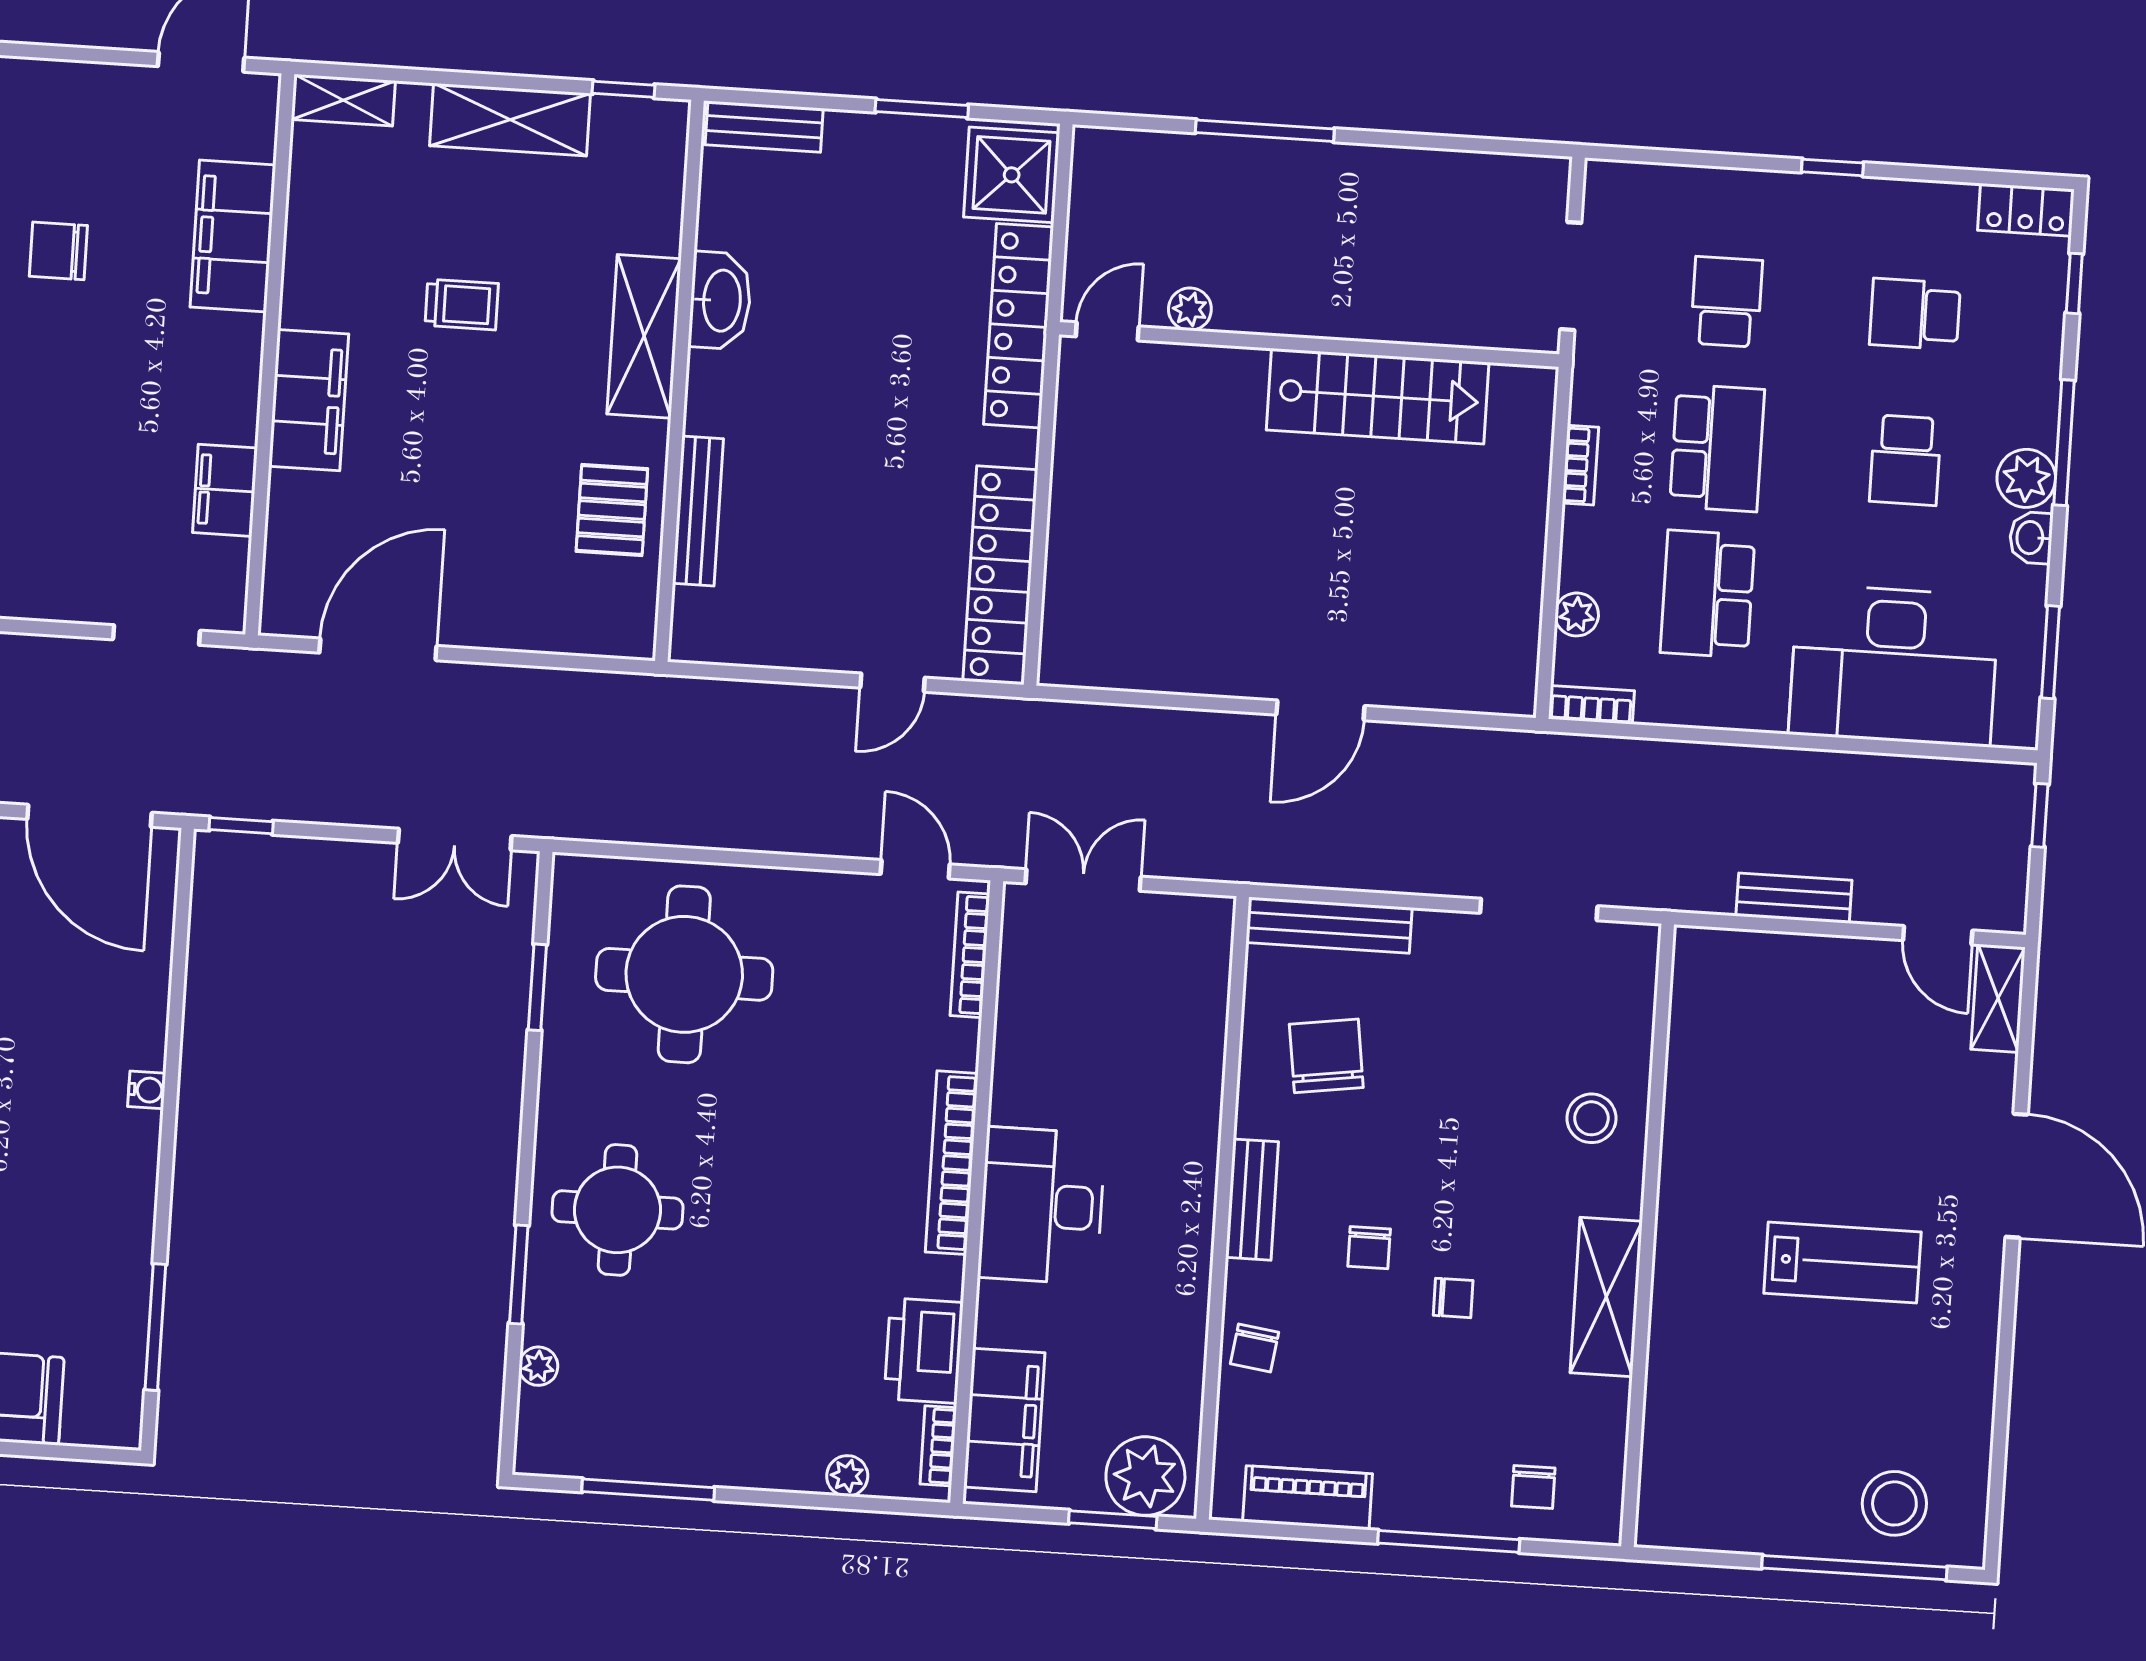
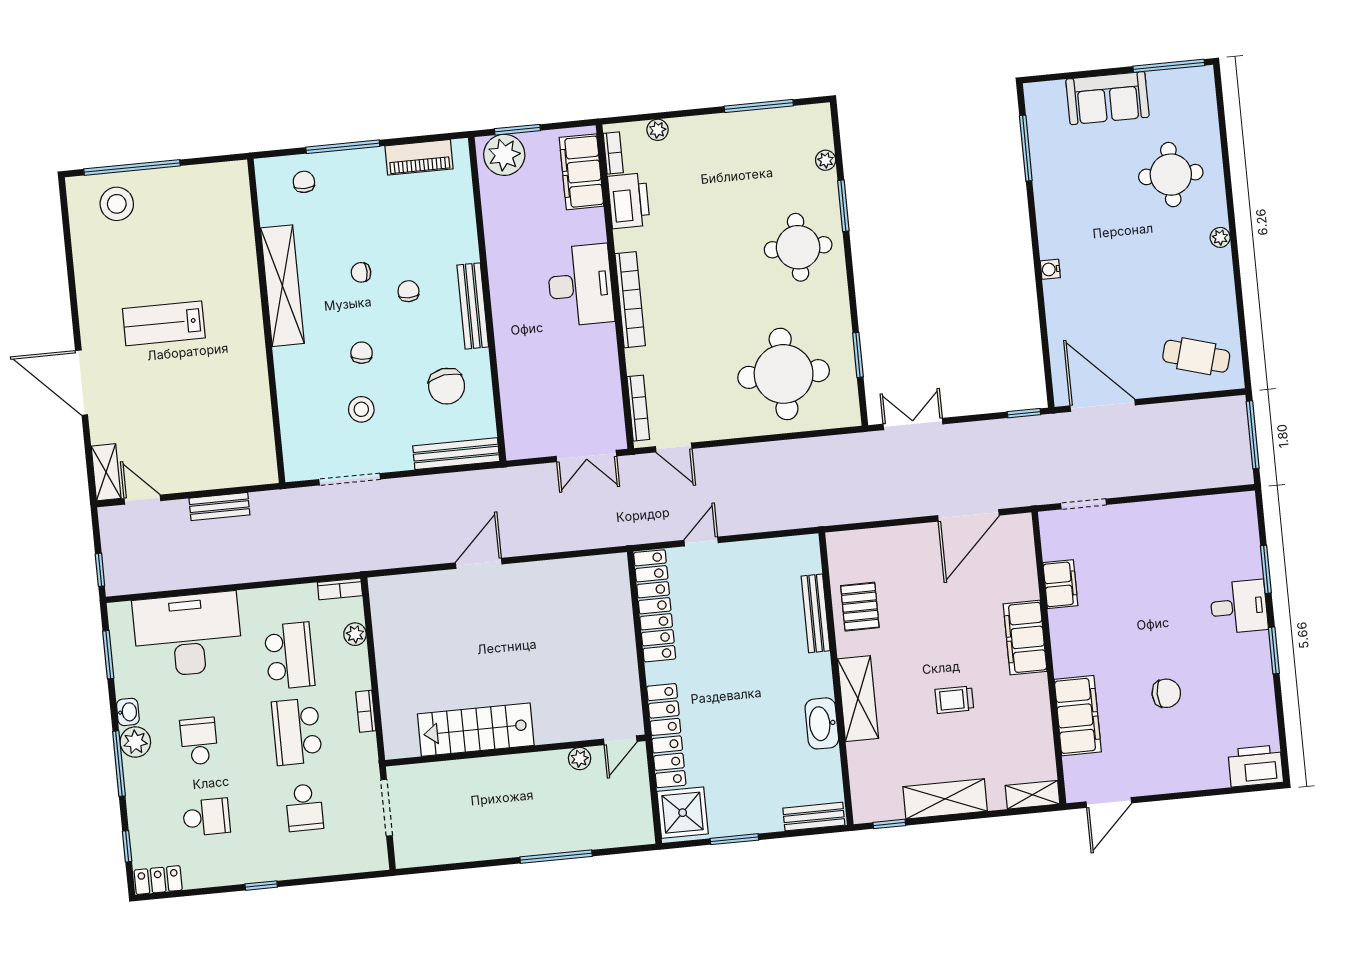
stool: (1591, 1118) -> (361, 409), moved
bench: (1252, 1200) -> (473, 306), width x1.36
shelving: (1606, 1297) -> (282, 286), width x1.47
chair: (1255, 1348) -> (362, 353), moved

